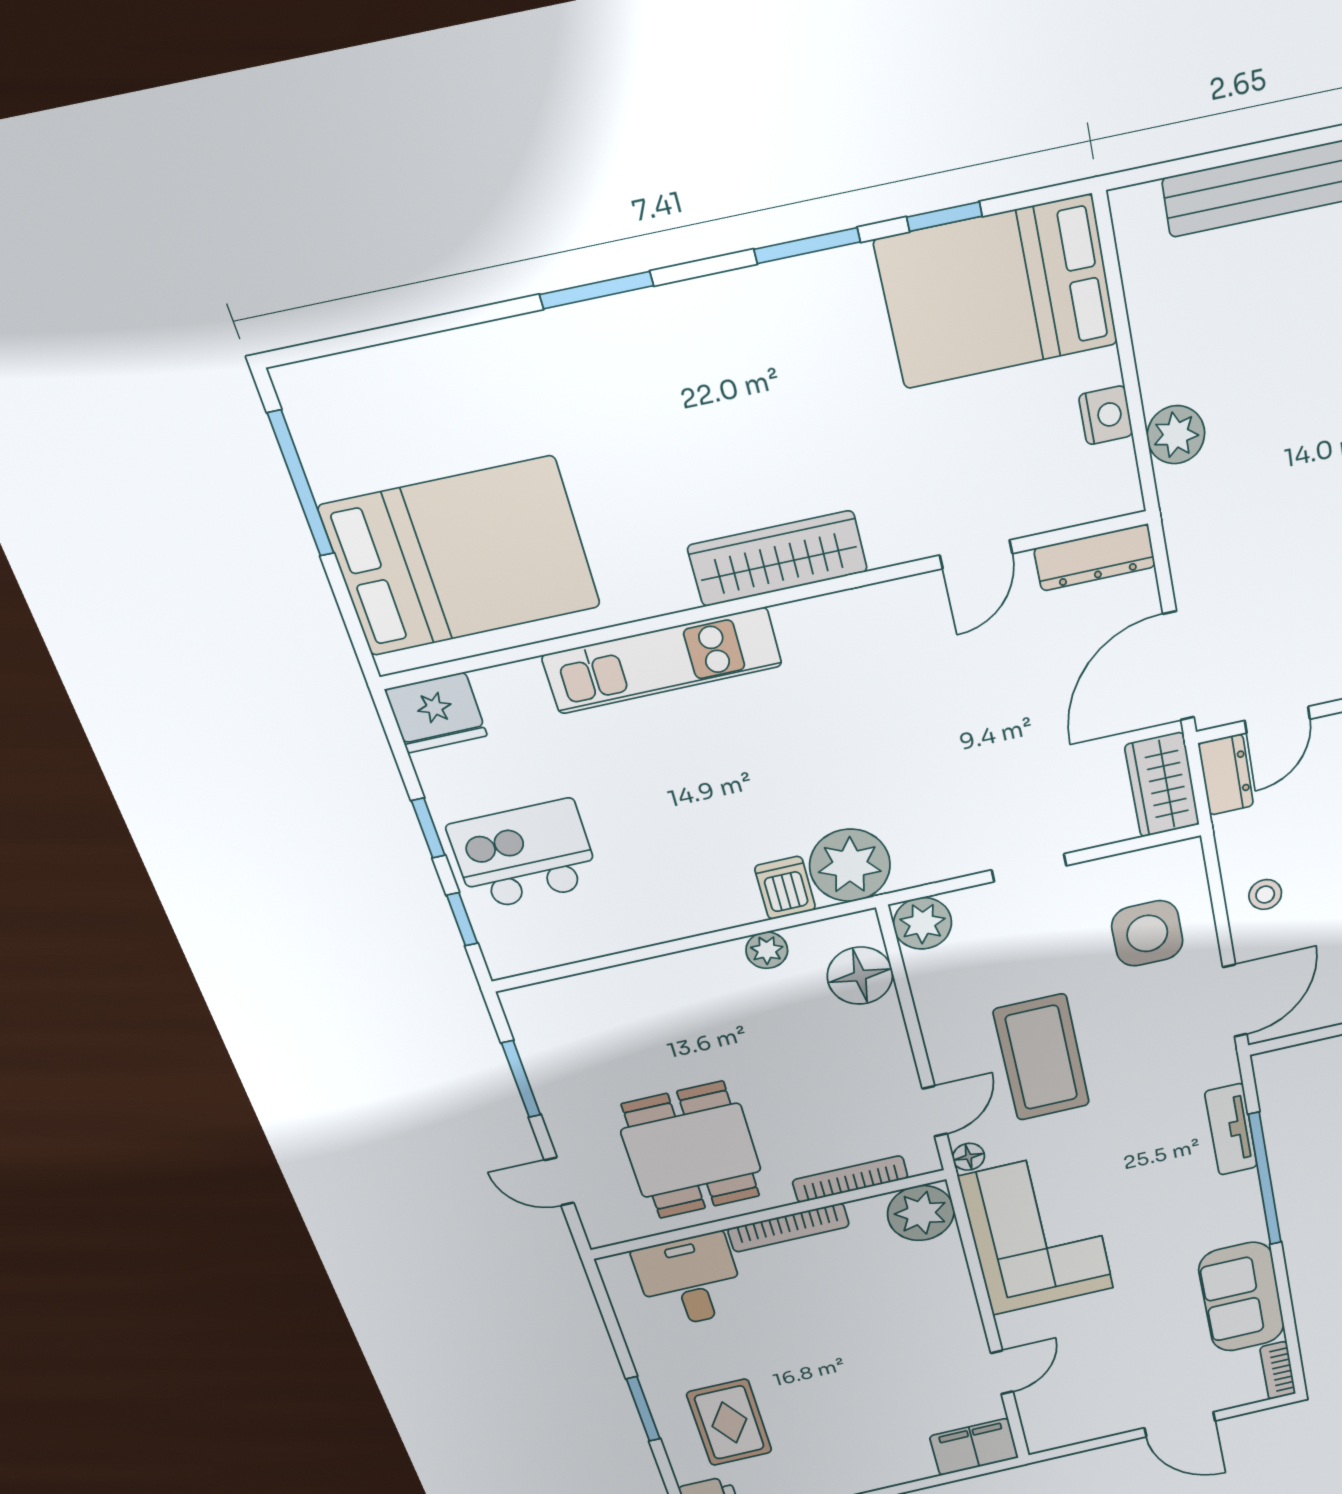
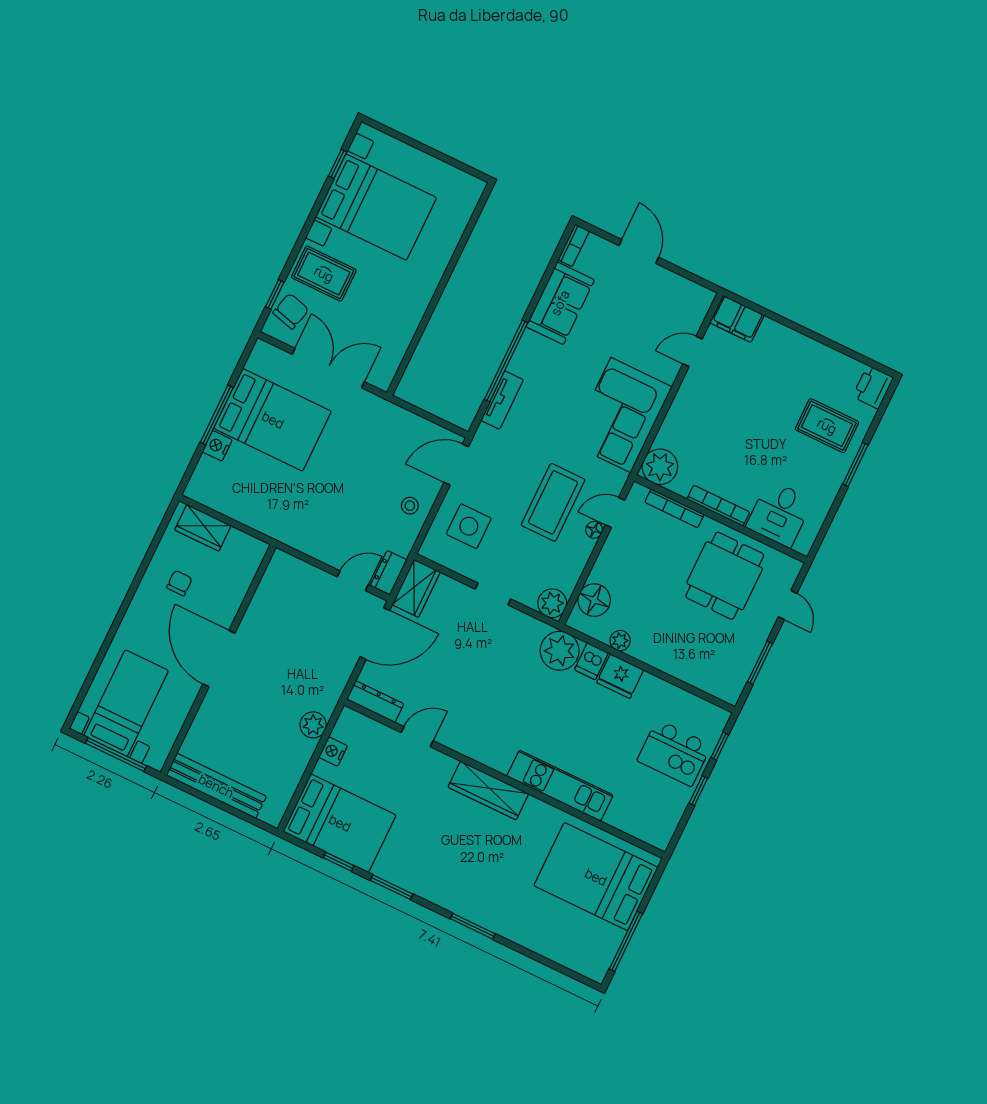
fridge: (436, 713) -> (620, 676), moved, turned 180
floor lamp: (969, 1157) -> (594, 530), moved
rug: (729, 1423) -> (827, 426), turned 90

